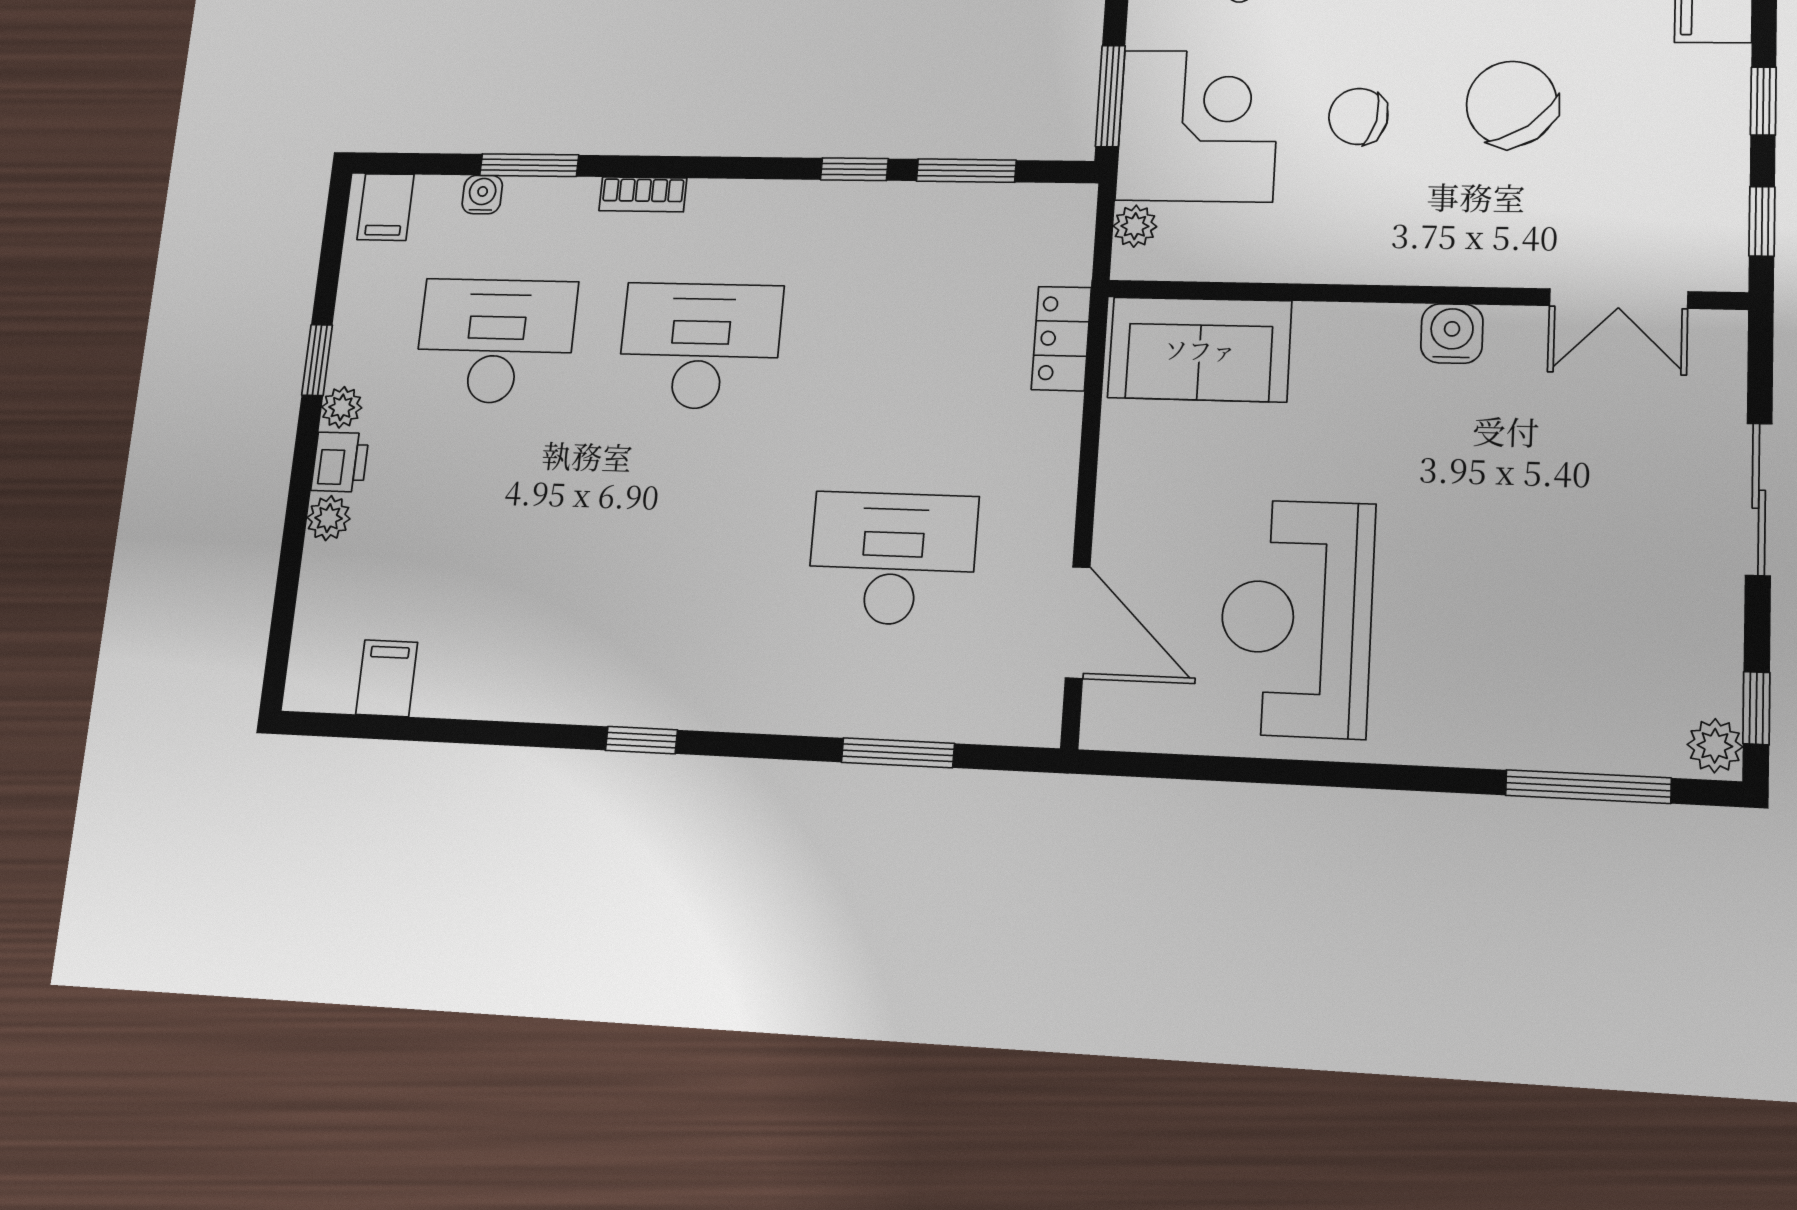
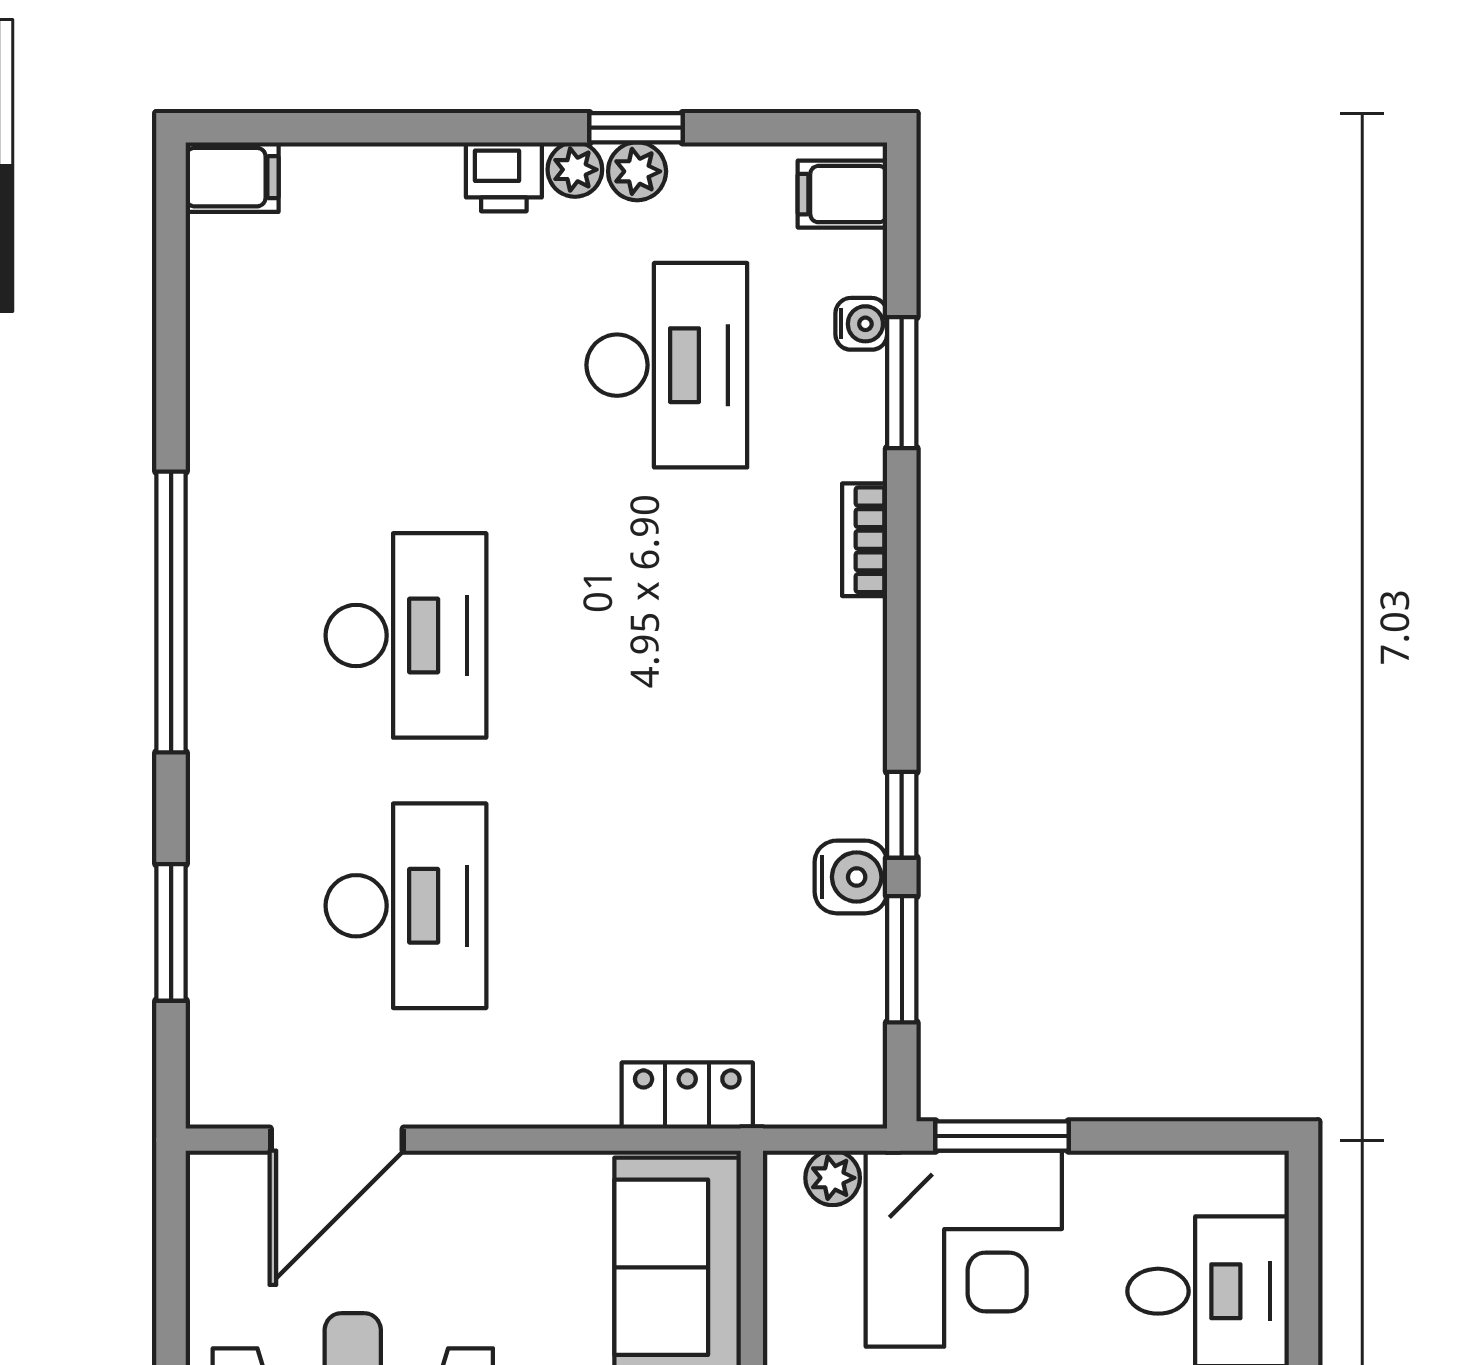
water cooler: (899, 208) -> (851, 877), added
desk: (700, 346) -> (406, 635), moved
plant: (329, 518) -> (637, 171), moved
filing cabinet: (387, 678) -> (232, 177), moved
window: (641, 740) -> (171, 612), width x3.17

